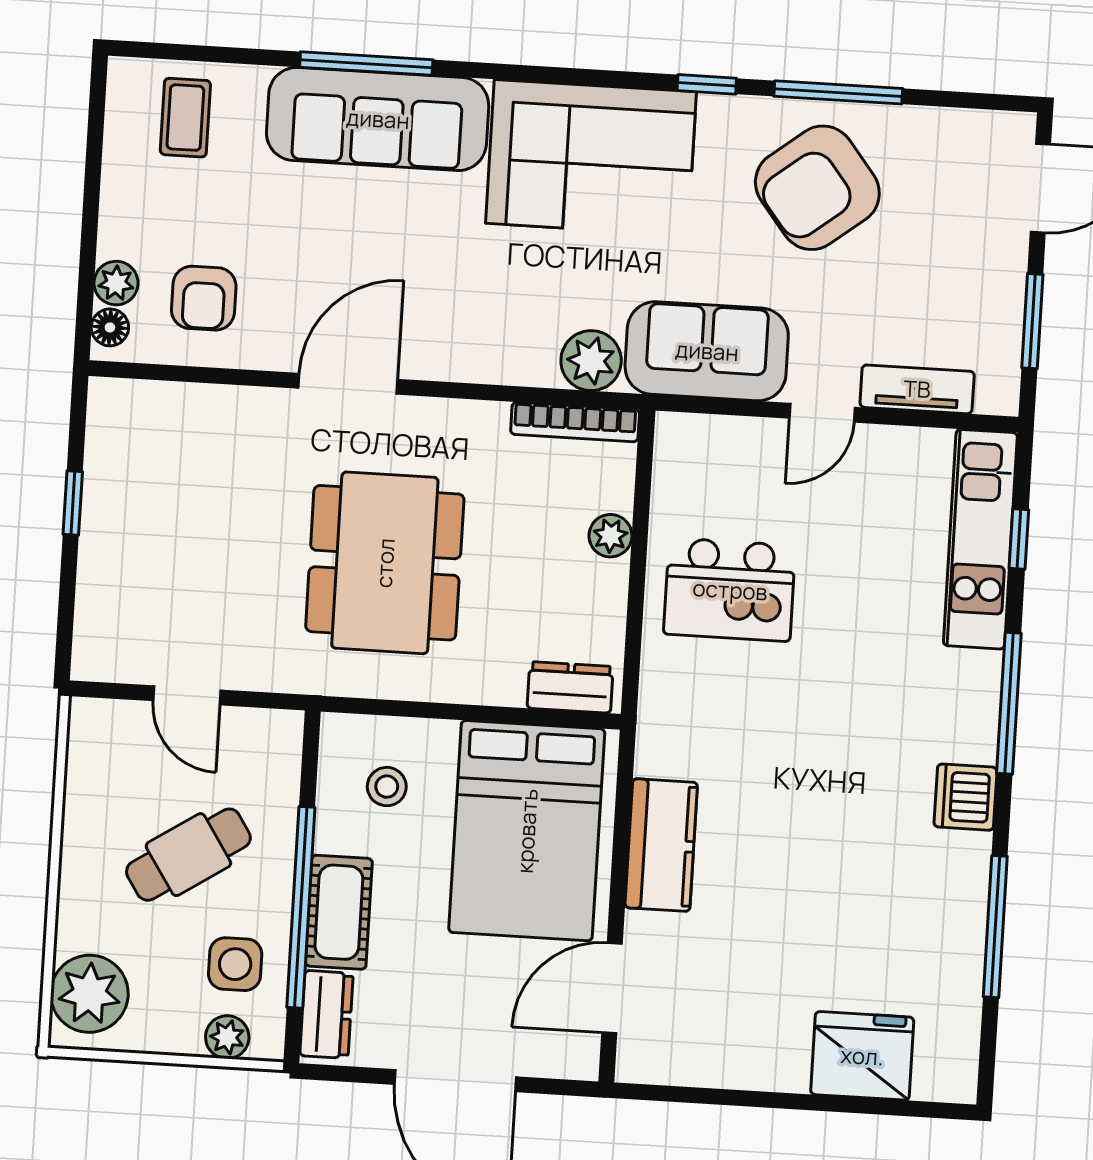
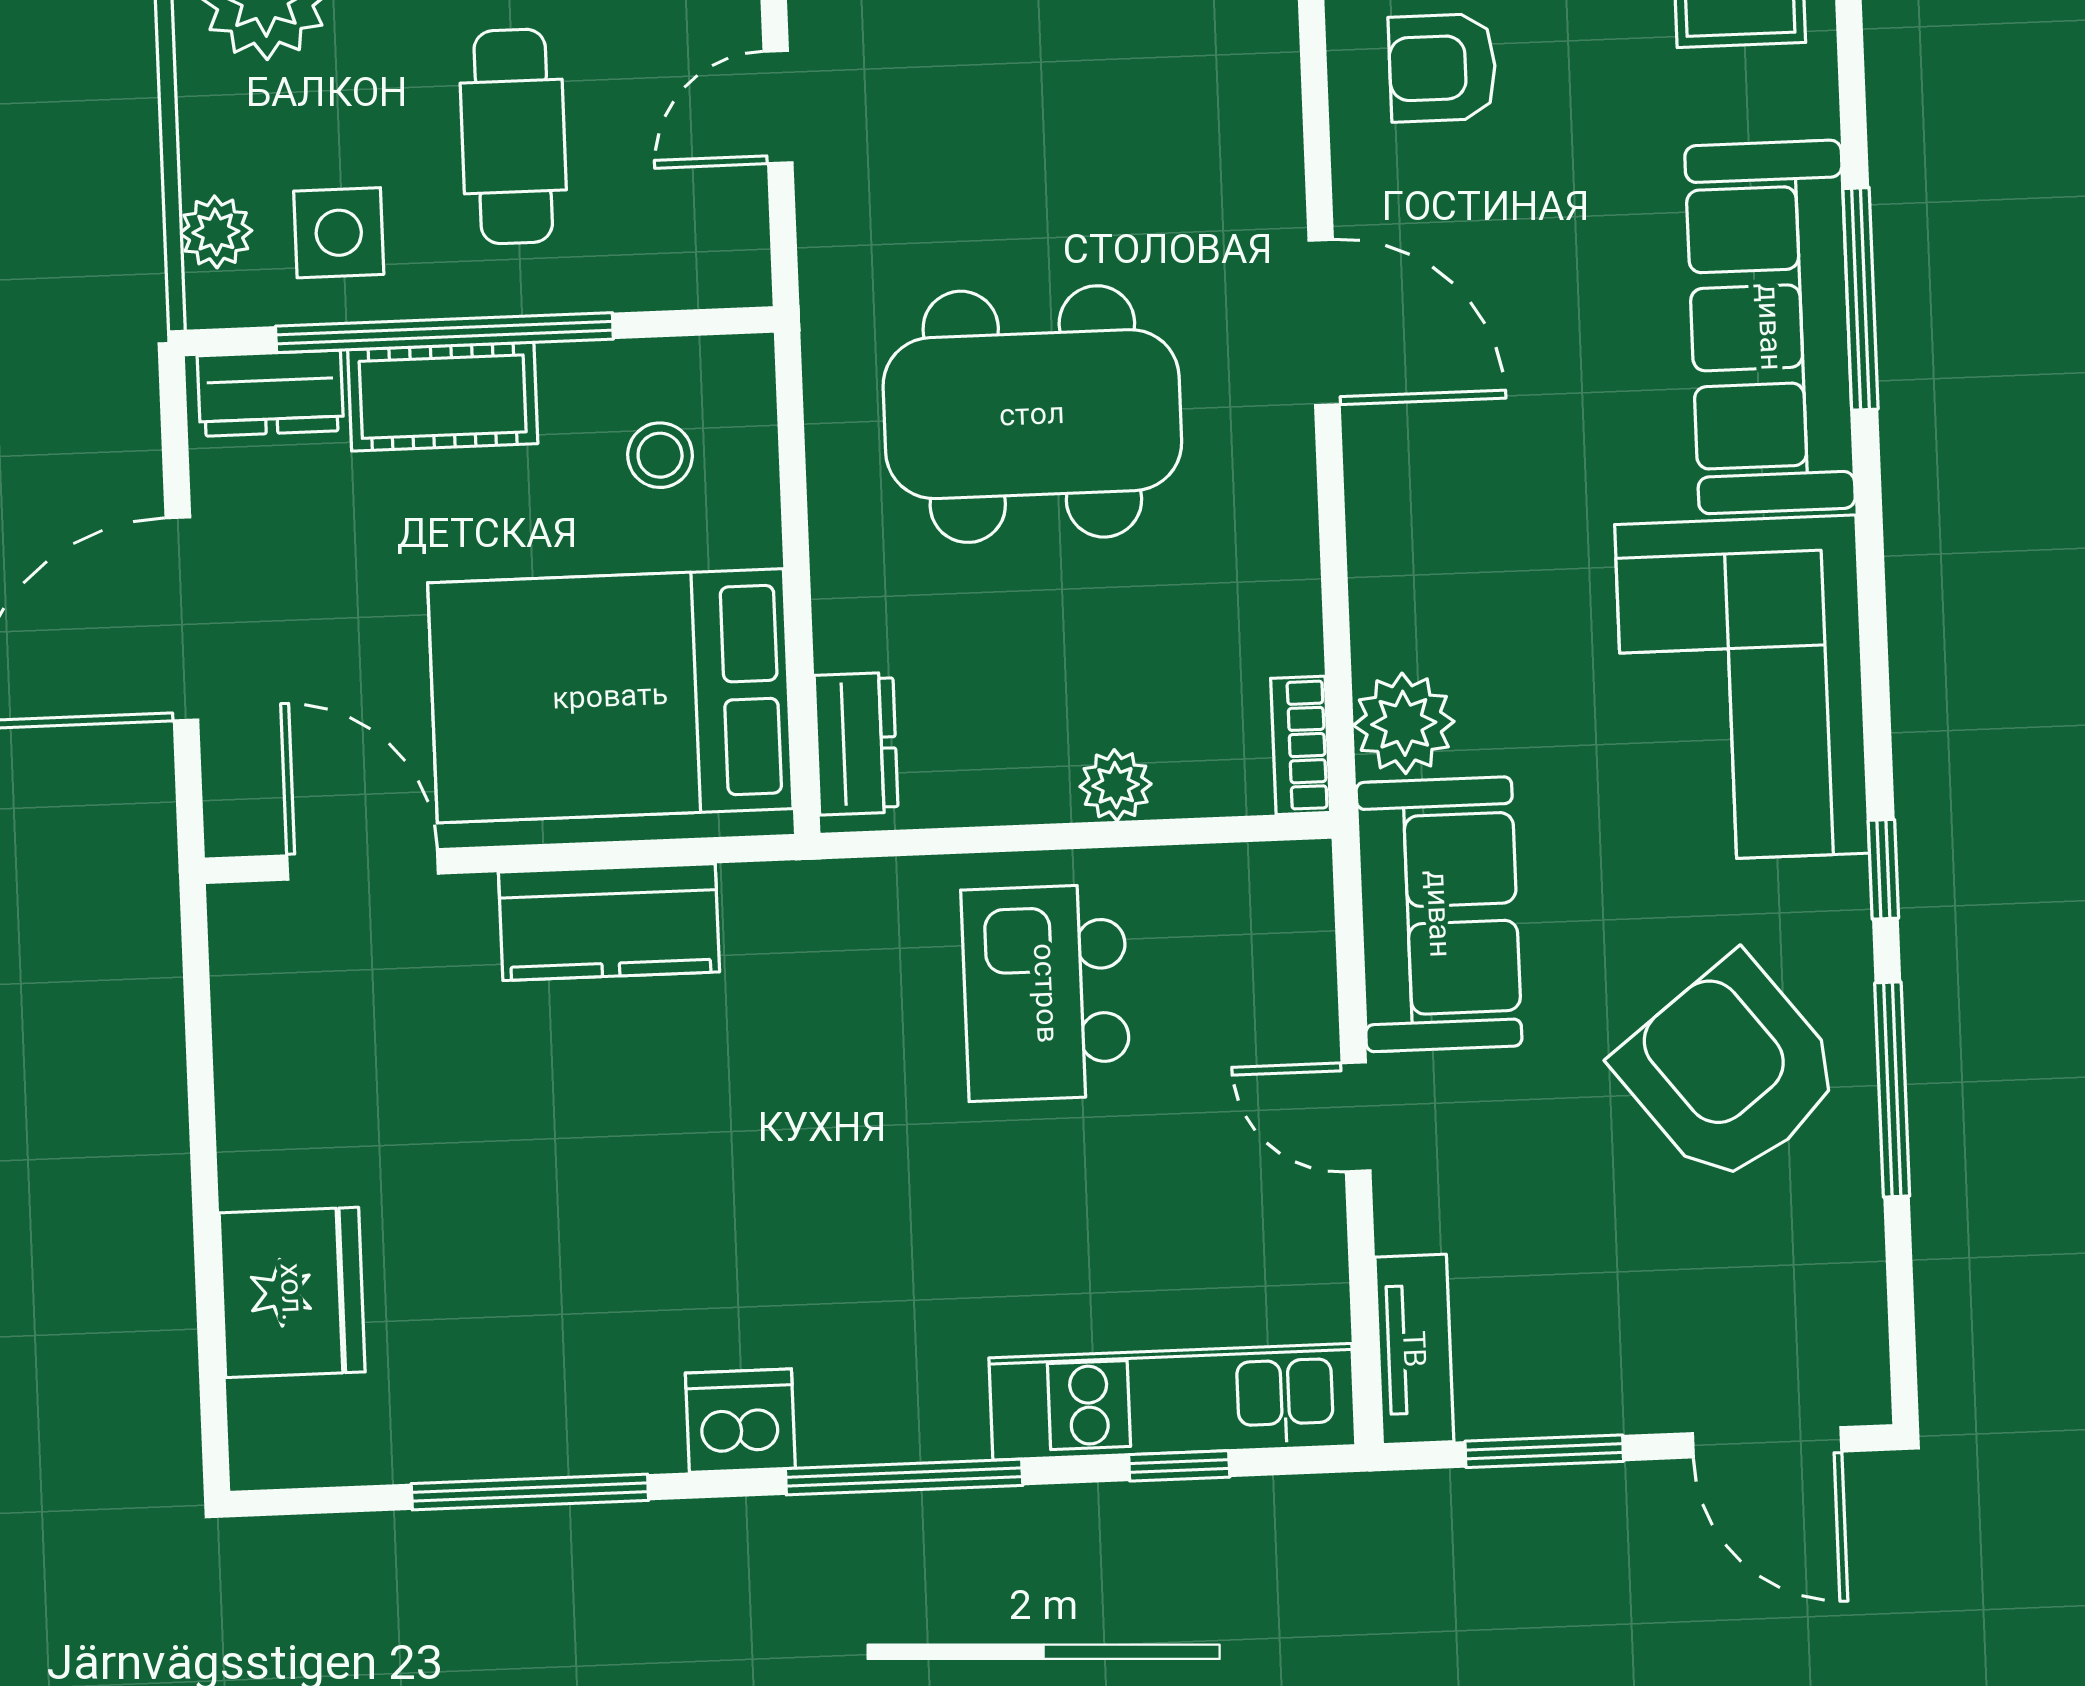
tv unit: (917, 389) -> (1414, 1349), moved
bookcase: (575, 422) -> (1301, 745), width x0.64
cafe table: (188, 855) -> (513, 136), turned 33

